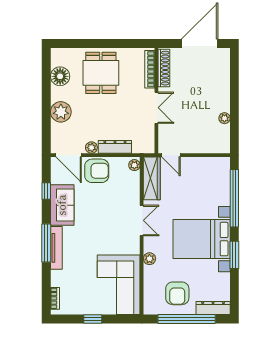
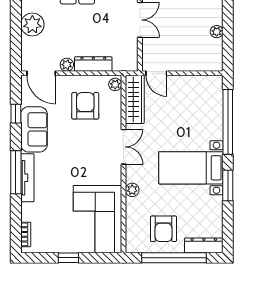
armchair: (97, 171) -> (85, 106), moved, turned -90
bed with nightstands: (202, 239) -> (191, 168), width x0.73

